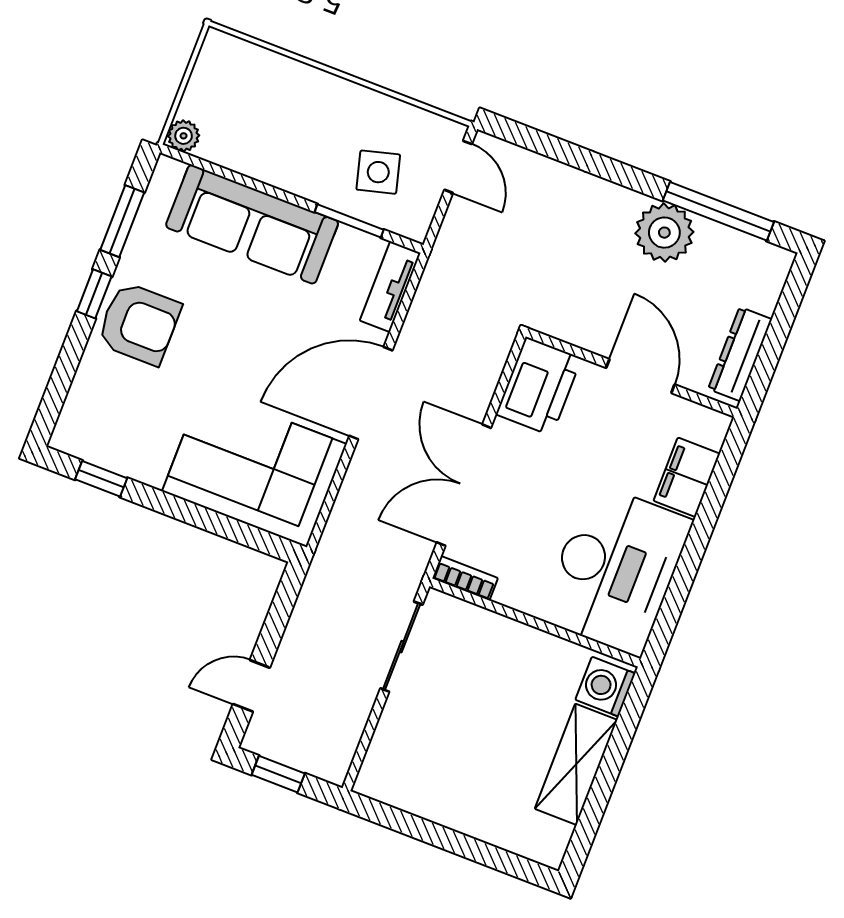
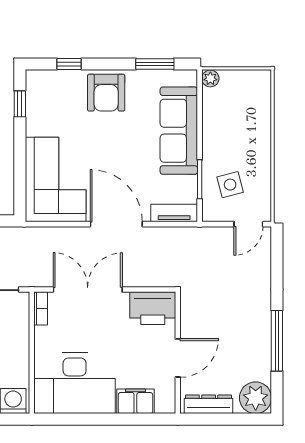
window: (718, 211) -> (277, 341), moved
plant: (664, 233) -> (256, 398), moved
window: (94, 294) -> (69, 64), moved

